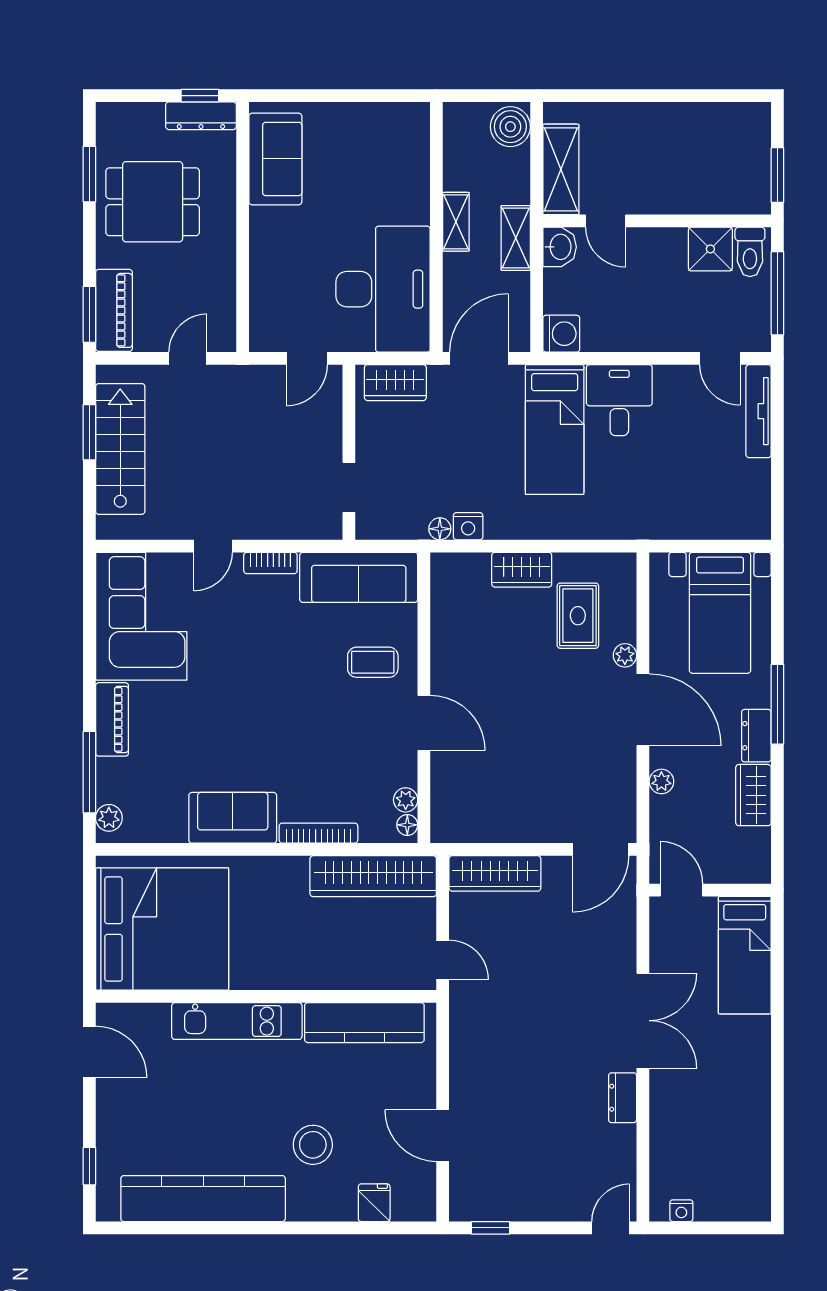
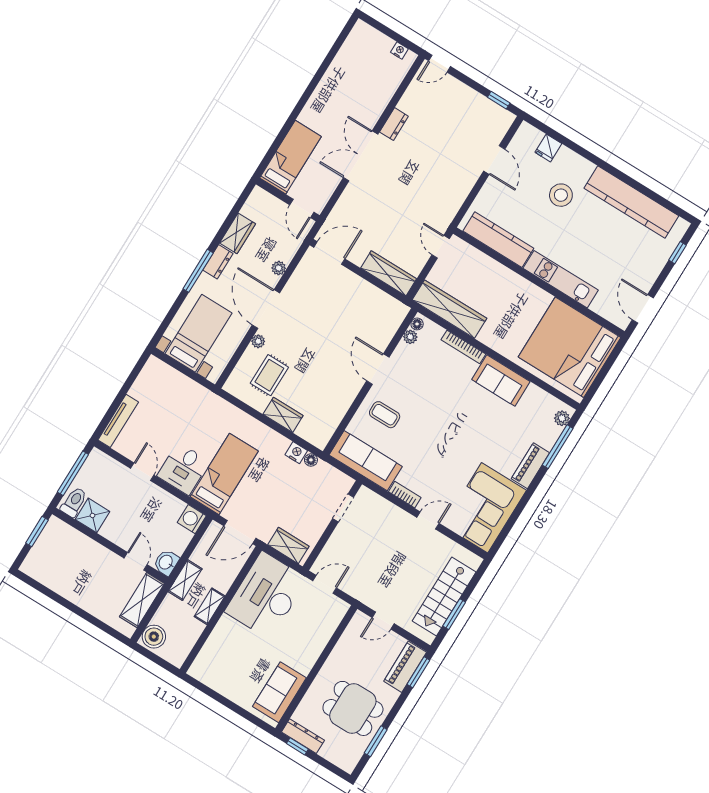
door: (720, 358) -> (142, 472), moved

